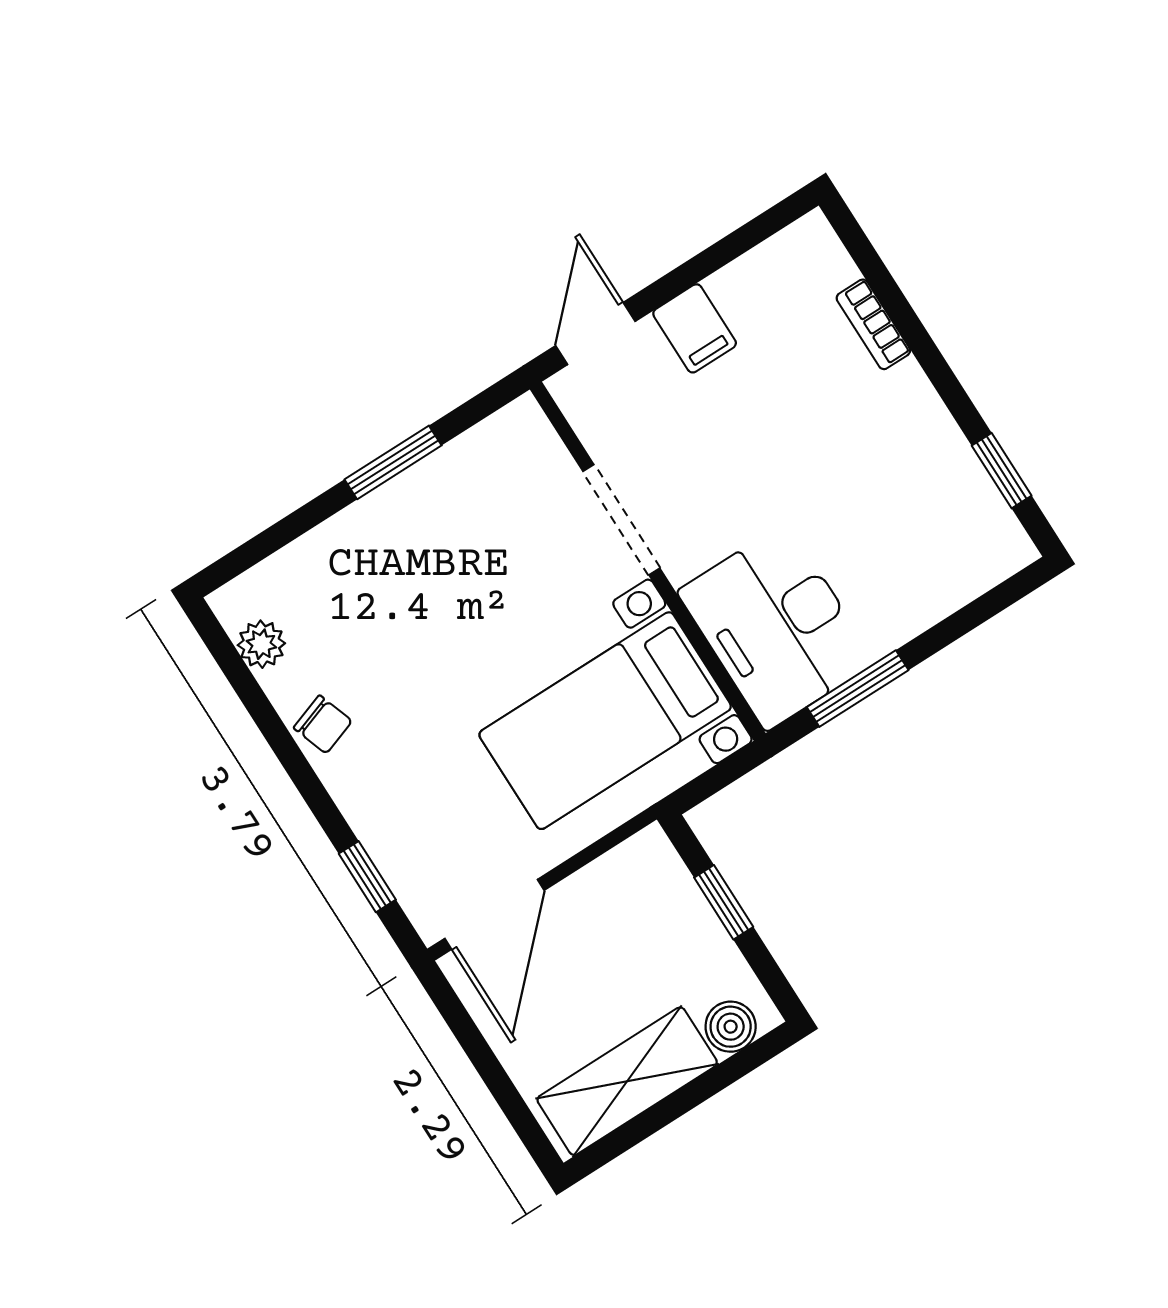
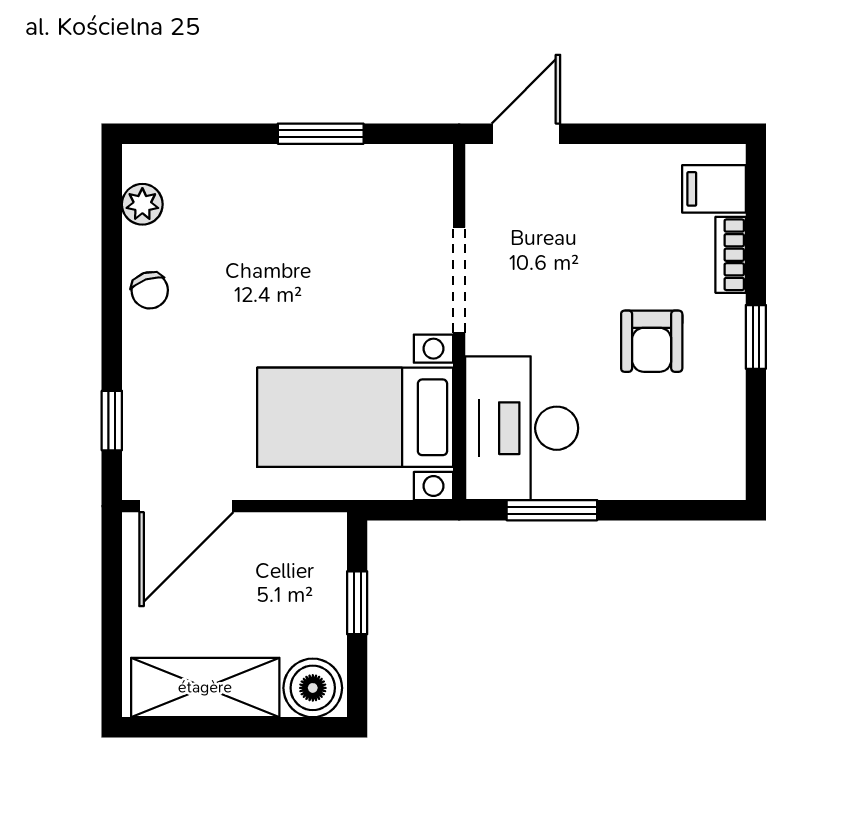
filing cabinet: (695, 328) -> (714, 189), moved, turned 90
armchair: (850, 459) -> (652, 341), added
window: (1002, 471) -> (756, 337), moved
boiler: (731, 1027) -> (313, 688), width x1.36, depth x1.36

